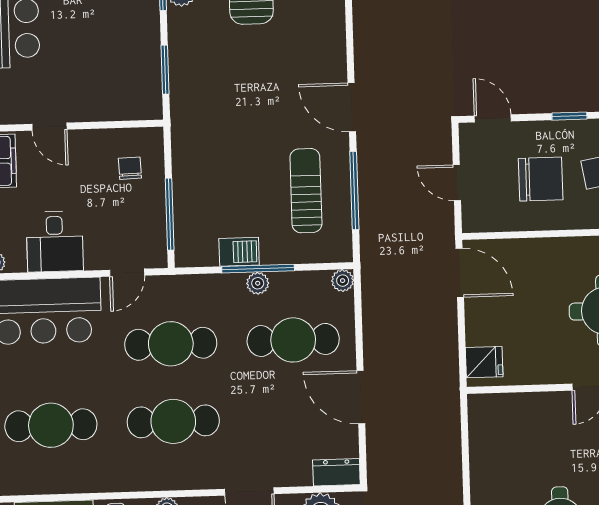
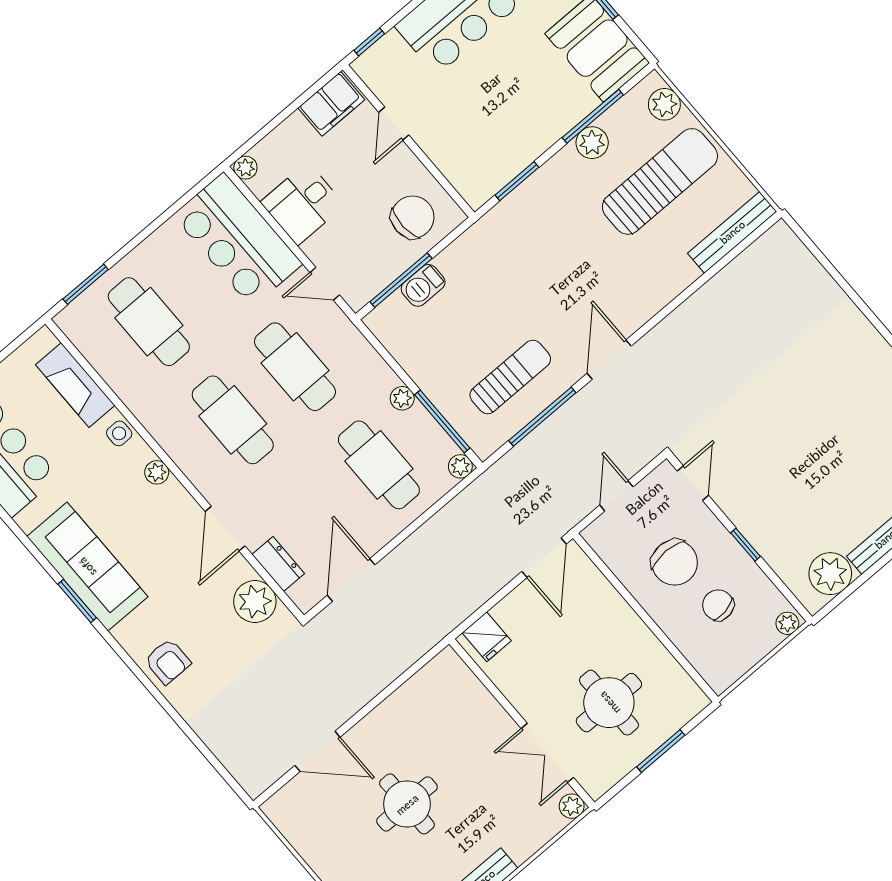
chair: (130, 168) -> (413, 217), width x1.87, depth x1.87
barbecue: (239, 252) -> (423, 285), moved, turned 90
window: (258, 269) -> (442, 421), moved
door: (361, 397) -> (351, 580), moved
dresser: (336, 472) -> (278, 564), moved

